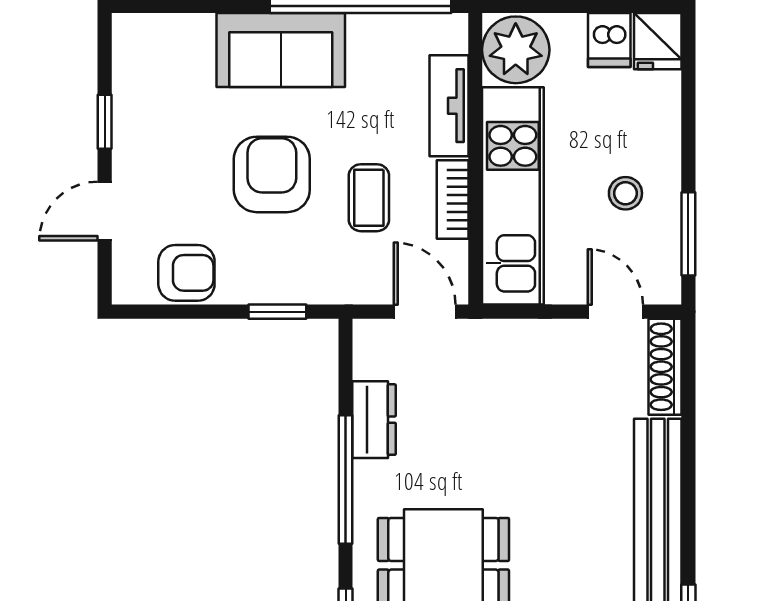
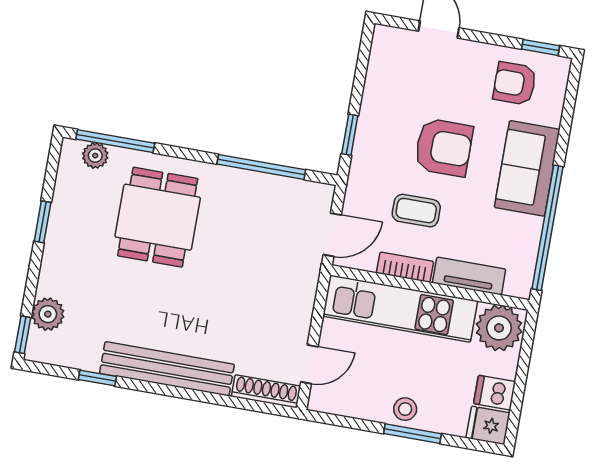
window: (105, 122) -> (541, 47), moved
stool: (625, 193) -> (405, 409), moved
window: (688, 234) -> (413, 434), moved
armchair: (186, 273) -> (515, 83), moved, turned 90
dresser: (374, 420) -> (265, 188), removed
window: (346, 479) -> (261, 167), moved

